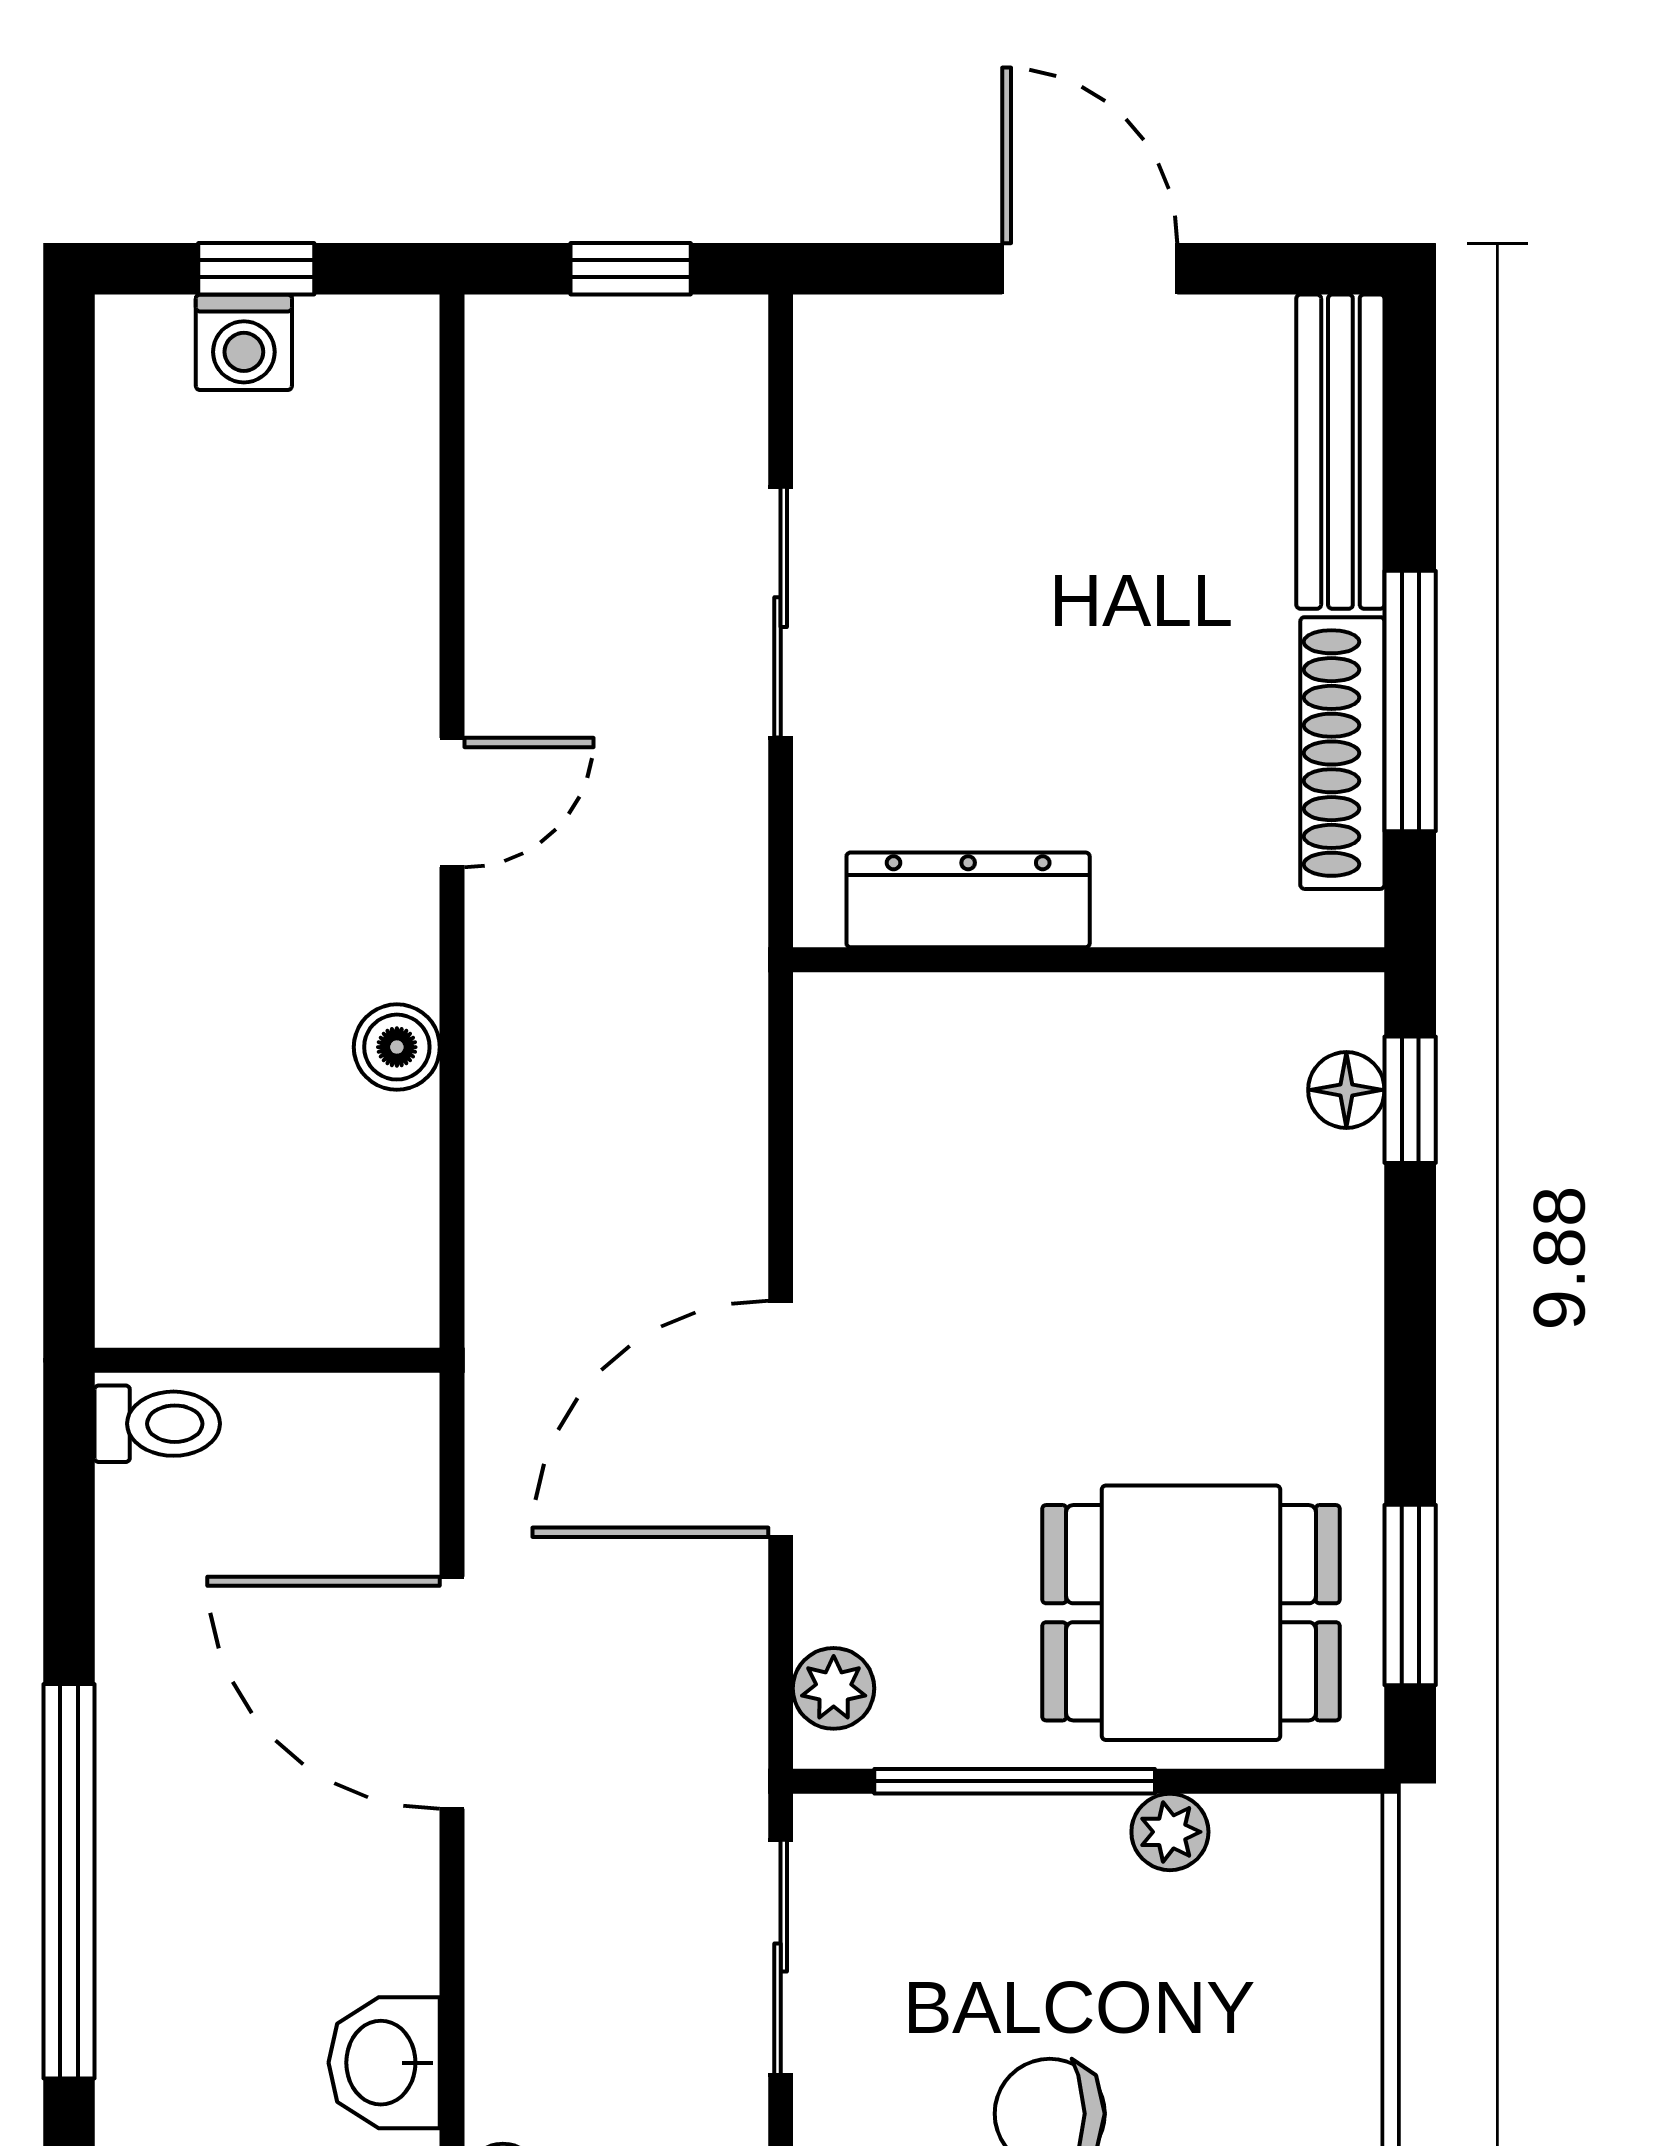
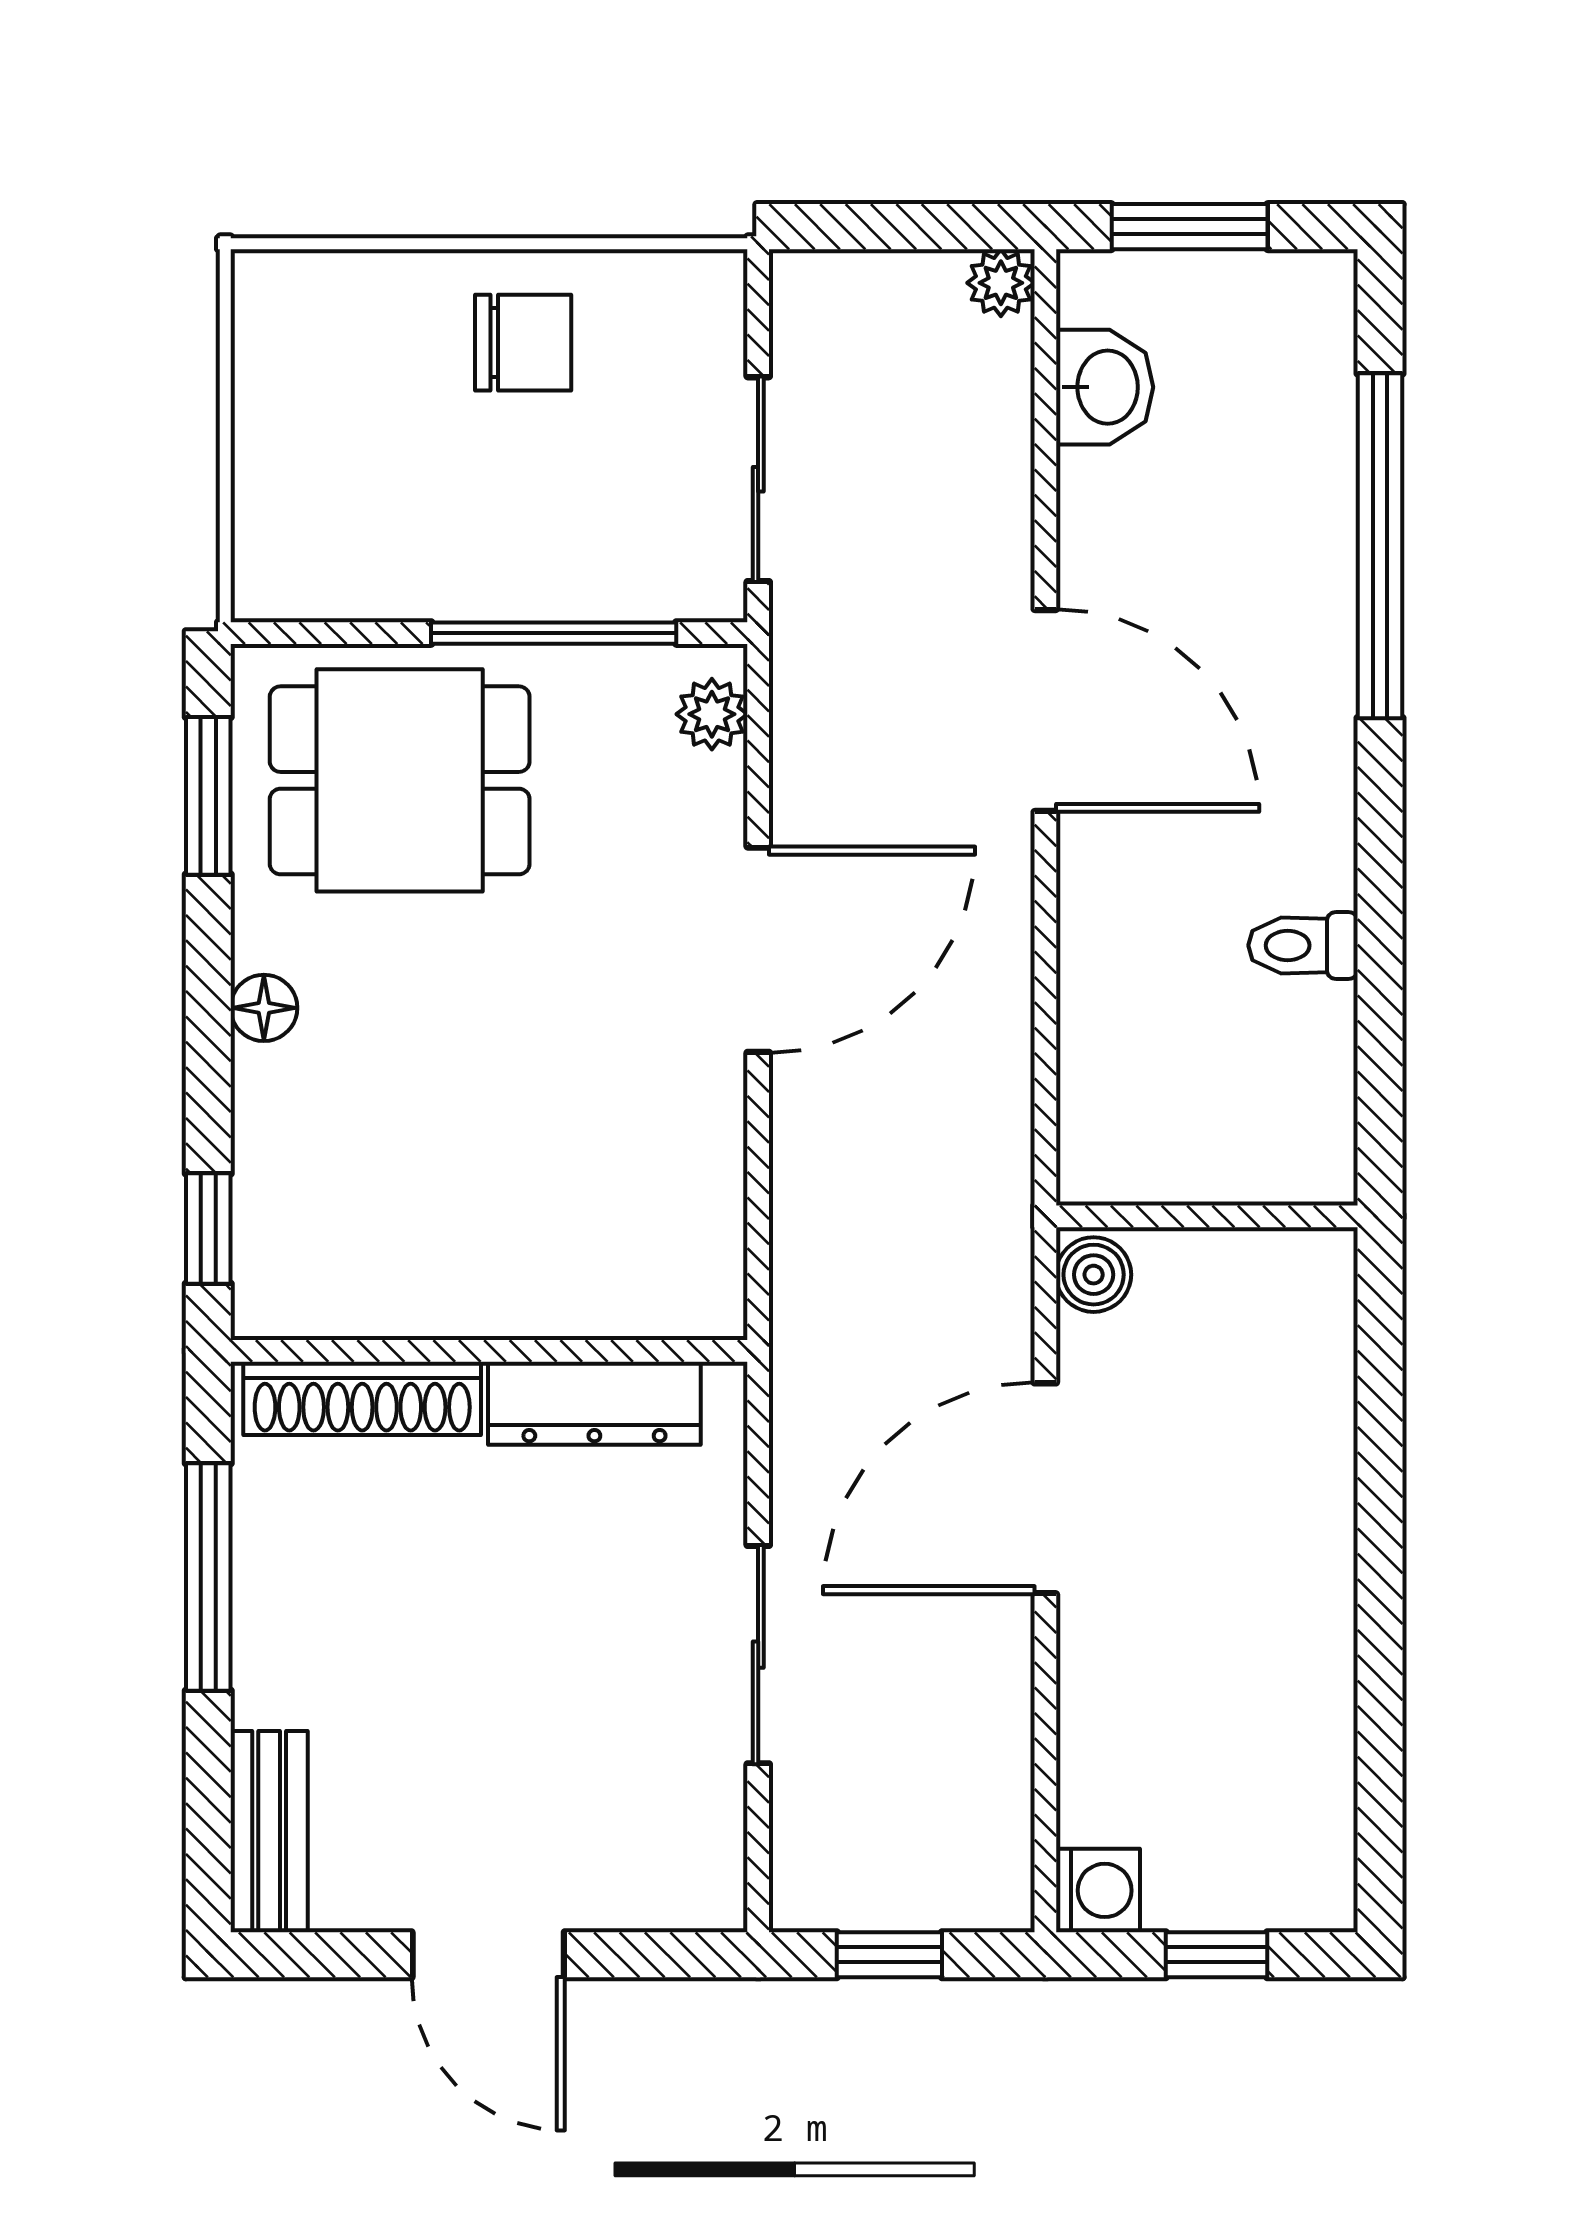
washing machine: (244, 342) -> (1098, 1890), moved, turned 90
bench: (1340, 452) -> (269, 1832), width x0.73
shoe rack: (1342, 753) -> (362, 1398), moved, turned 90
door: (452, 802) -> (1045, 1488), width x1.88
floor lamp: (1346, 1090) -> (264, 1008), moved
wall: (267, 1360) -> (1207, 1216), moved
plant: (1170, 1832) -> (418, 589), removed

